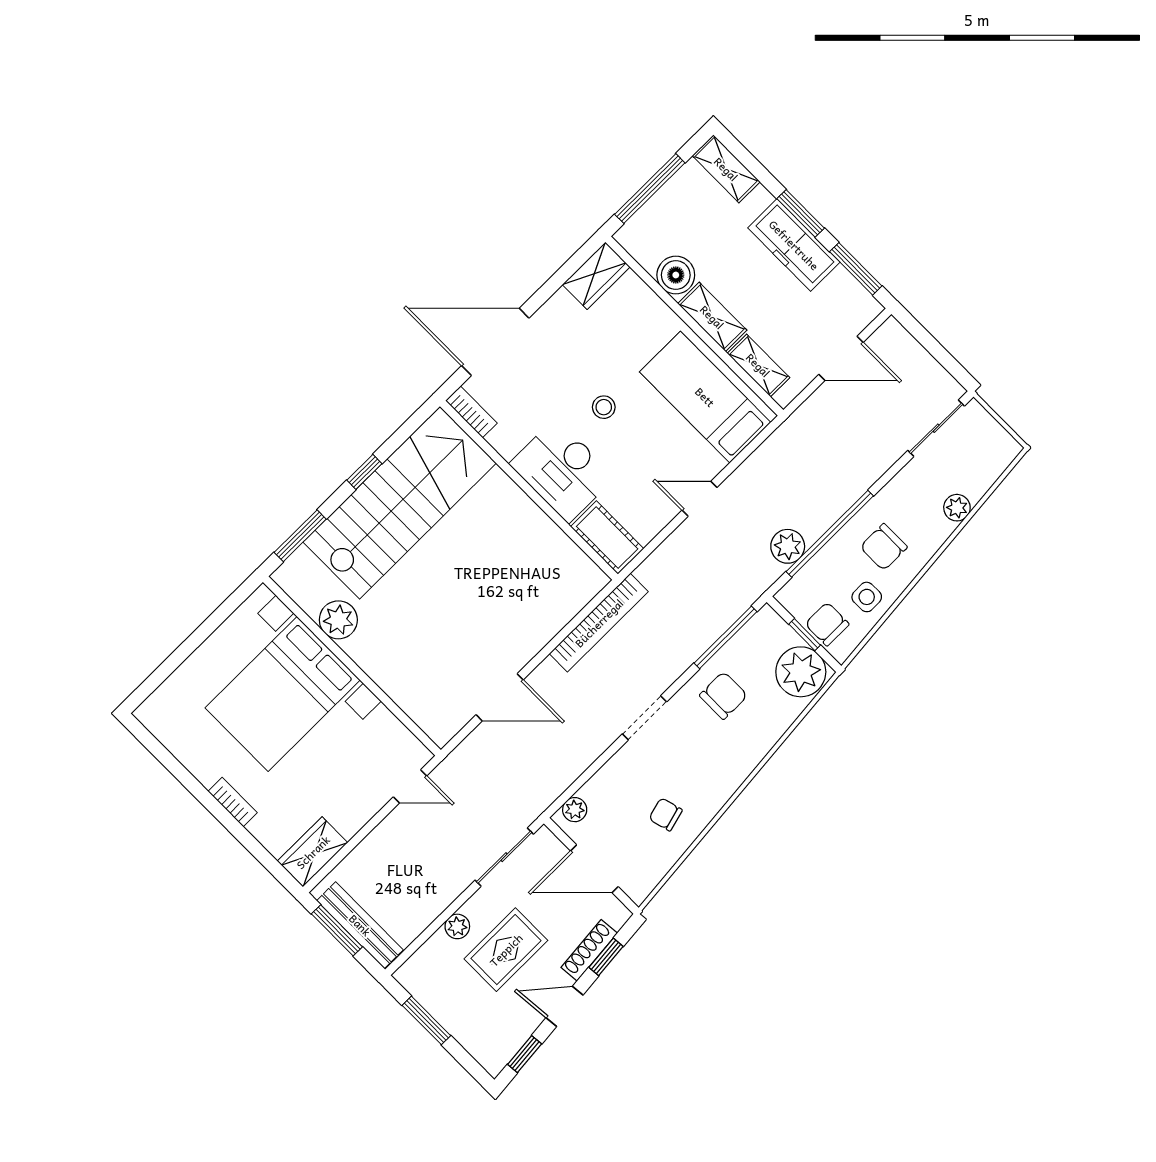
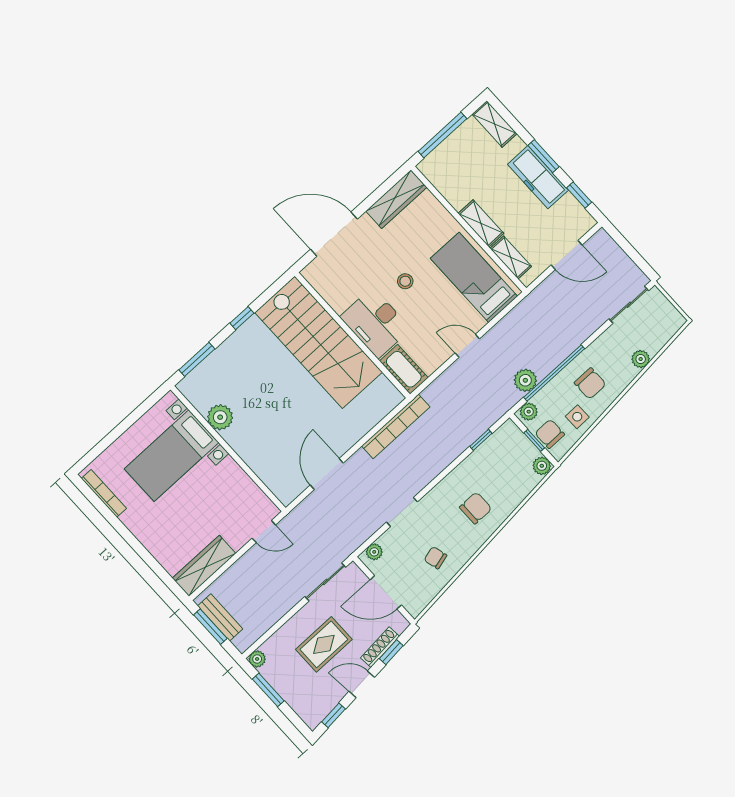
window: (856, 269) -> (579, 195), width x0.67
boiler: (676, 275) -> (458, 194), removed
wardrobe: (596, 276) -> (396, 199), width x1.50
bookcase: (471, 412) -> (316, 281), removed
stairs: (400, 503) -> (319, 342), moved, turned 90
chair: (884, 547) -> (590, 383), turned -90
plant: (795, 592) -> (529, 412), added
window: (725, 637) -> (481, 440), width x0.46
plant: (801, 672) -> (542, 466), width x0.53, depth x0.53
bed with nightstands: (283, 694) -> (171, 456), width x0.73
chair: (723, 695) -> (476, 508), moved
door: (500, 697) -> (327, 474), swing flipped
doorway: (644, 718) -> (402, 512), moved
bookcase: (233, 802) -> (104, 493), moved, width x1.56
wardrobe: (313, 852) -> (204, 566), width x1.50
bench: (360, 925) -> (220, 617), width x0.73
plant: (457, 926) -> (257, 659), moved

